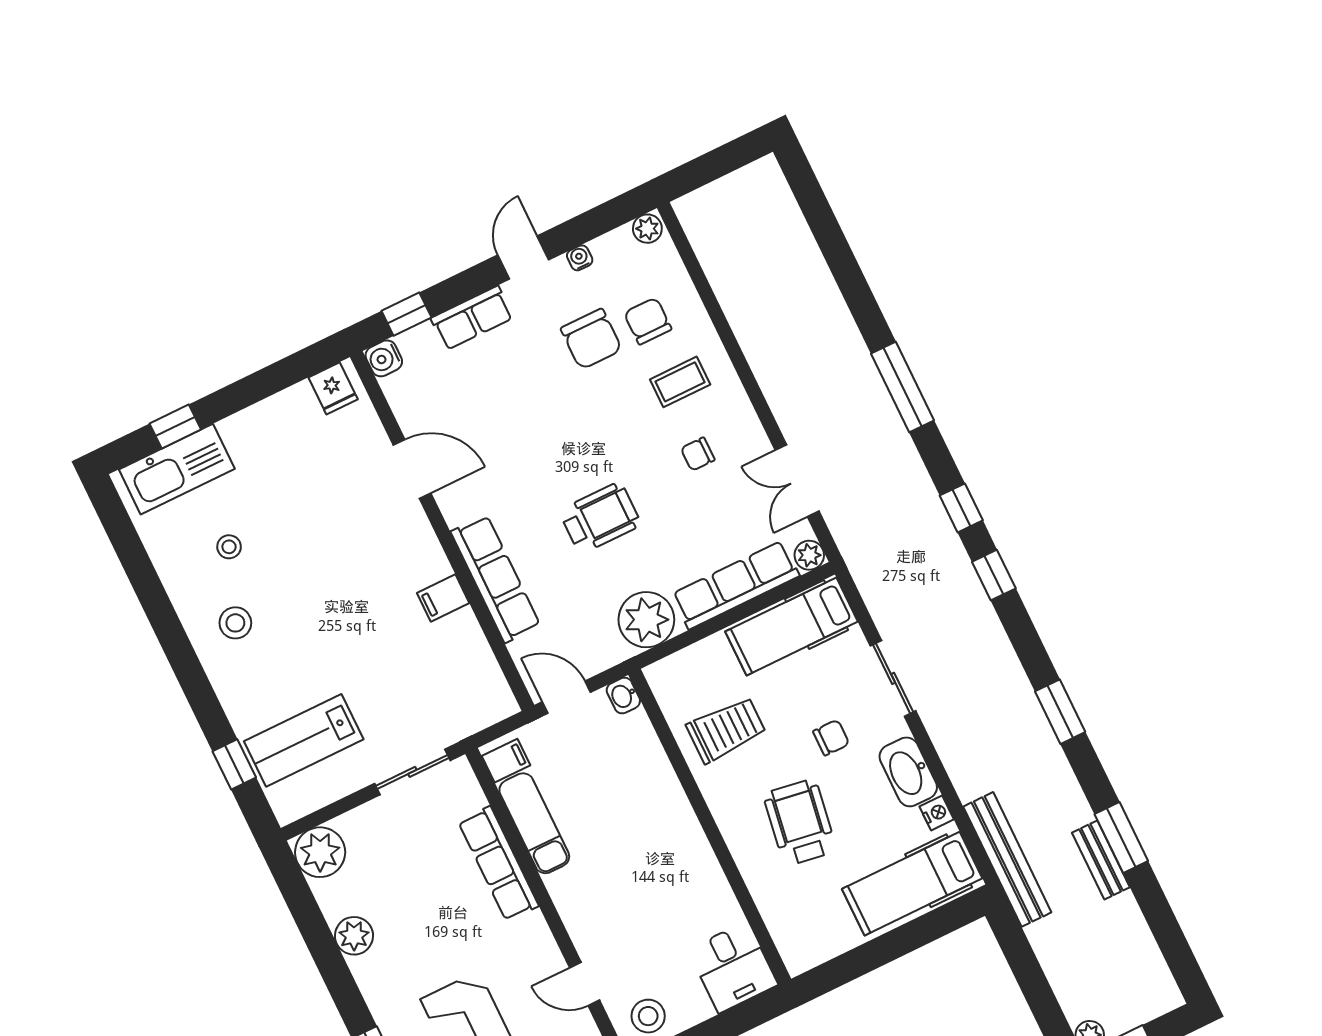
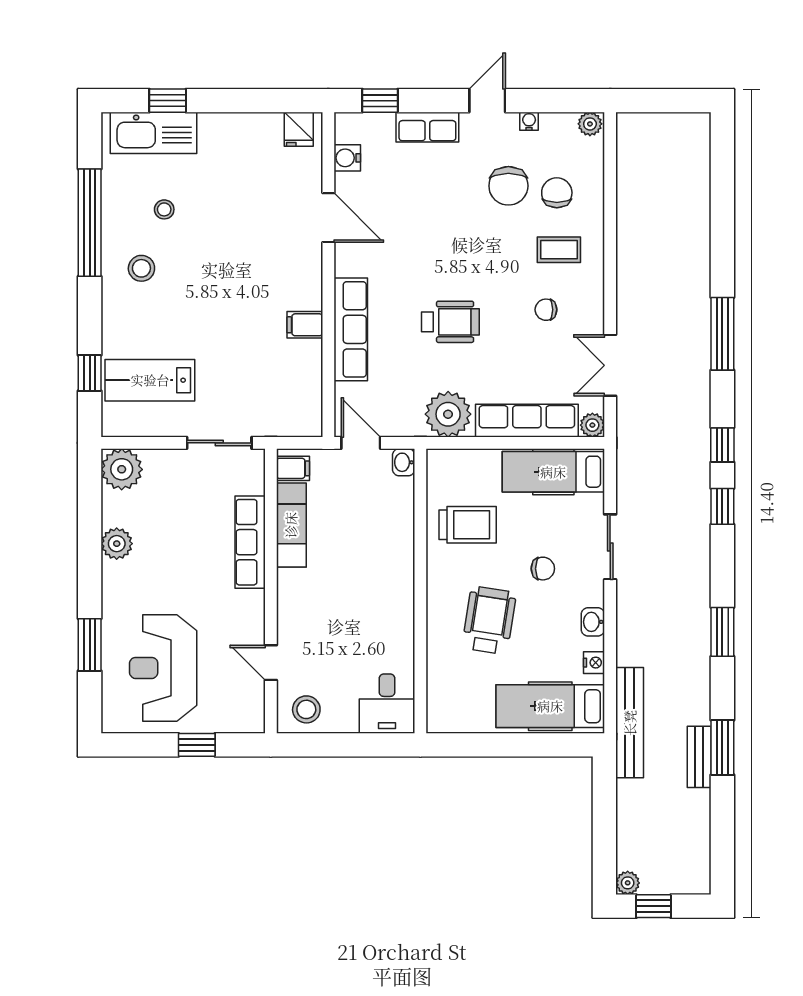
water cooler: (384, 358) -> (347, 158), moved
window: (155, 601) -> (90, 223), added
washbasin: (908, 772) -> (593, 622), width x0.52, depth x0.69

